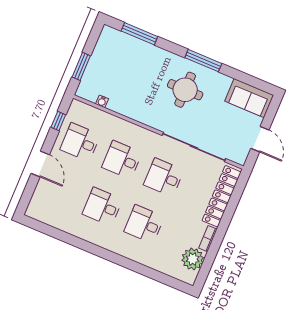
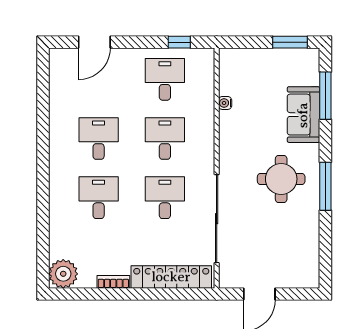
window: (81, 66) -> (290, 42), moved
sofa: (249, 98) -> (303, 115), moved
water cooler: (102, 101) -> (225, 103), moved
door: (40, 164) -> (94, 42), moved
plant: (193, 259) -> (63, 274), moved

